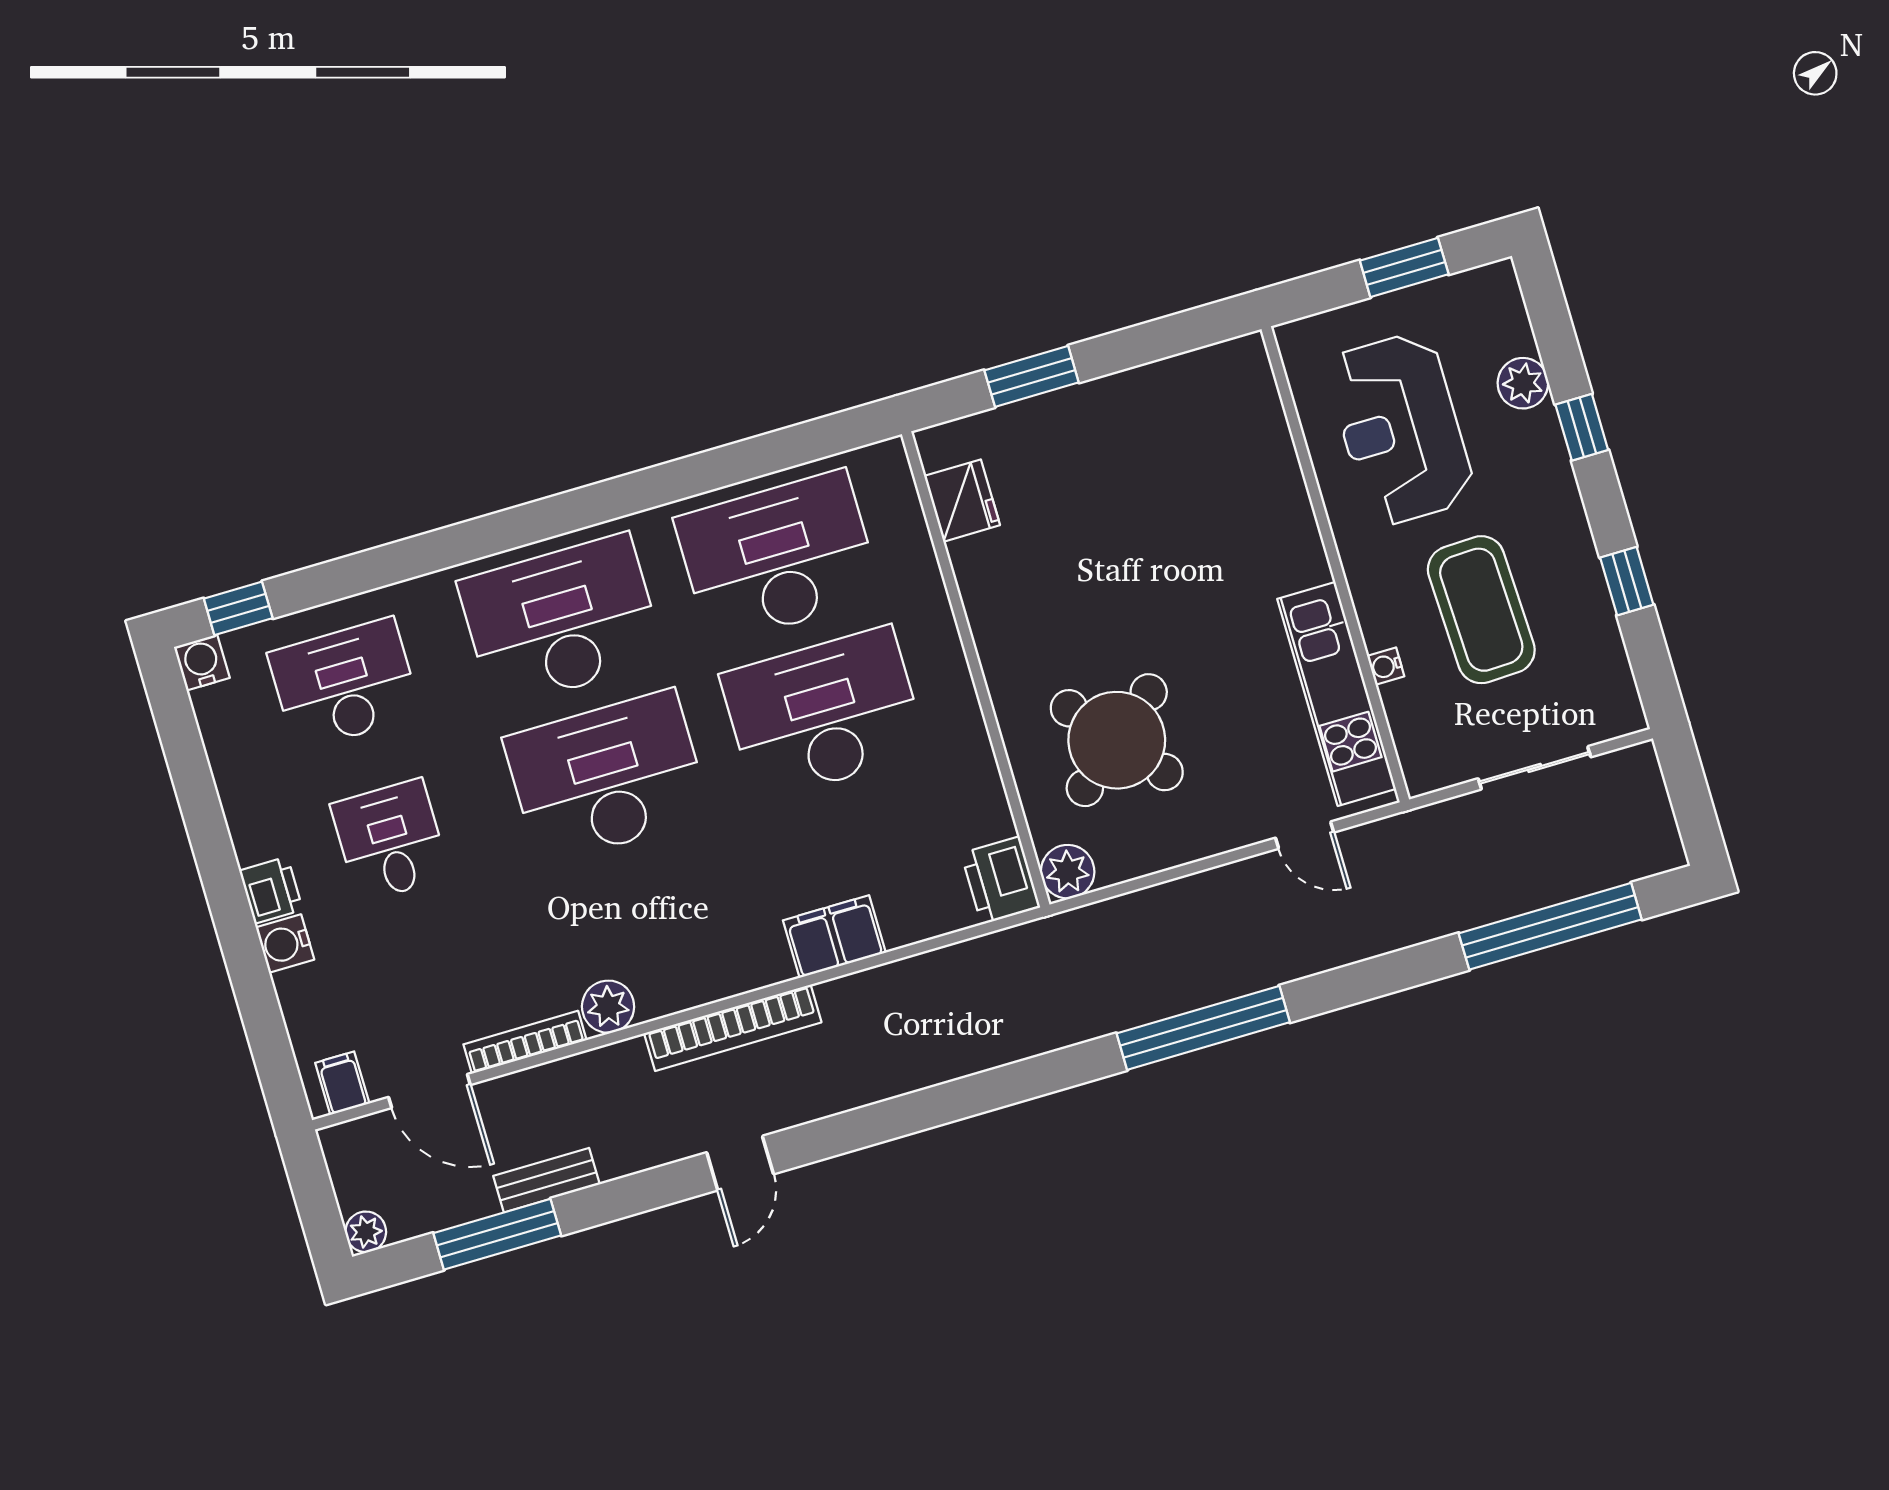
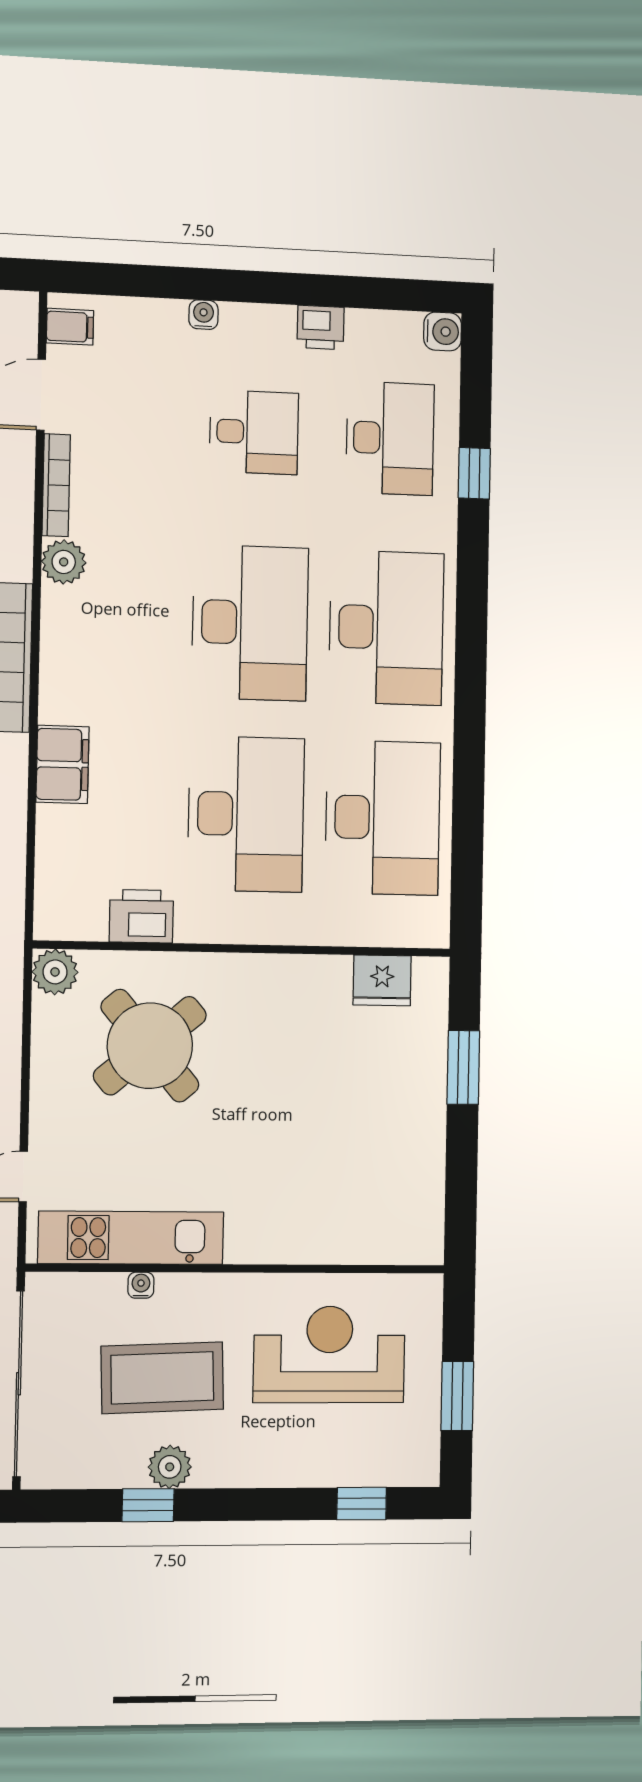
plant: (1523, 383) -> (170, 1467), moved
window: (1582, 427) -> (362, 1504), moved
window: (238, 608) -> (474, 473), moved
sliding door: (1535, 768) -> (18, 1384), width x1.86
printer: (1000, 880) -> (141, 916), moved
printer: (271, 890) -> (321, 327), moved
water cooler: (285, 944) -> (203, 315), width x0.72, depth x0.72

